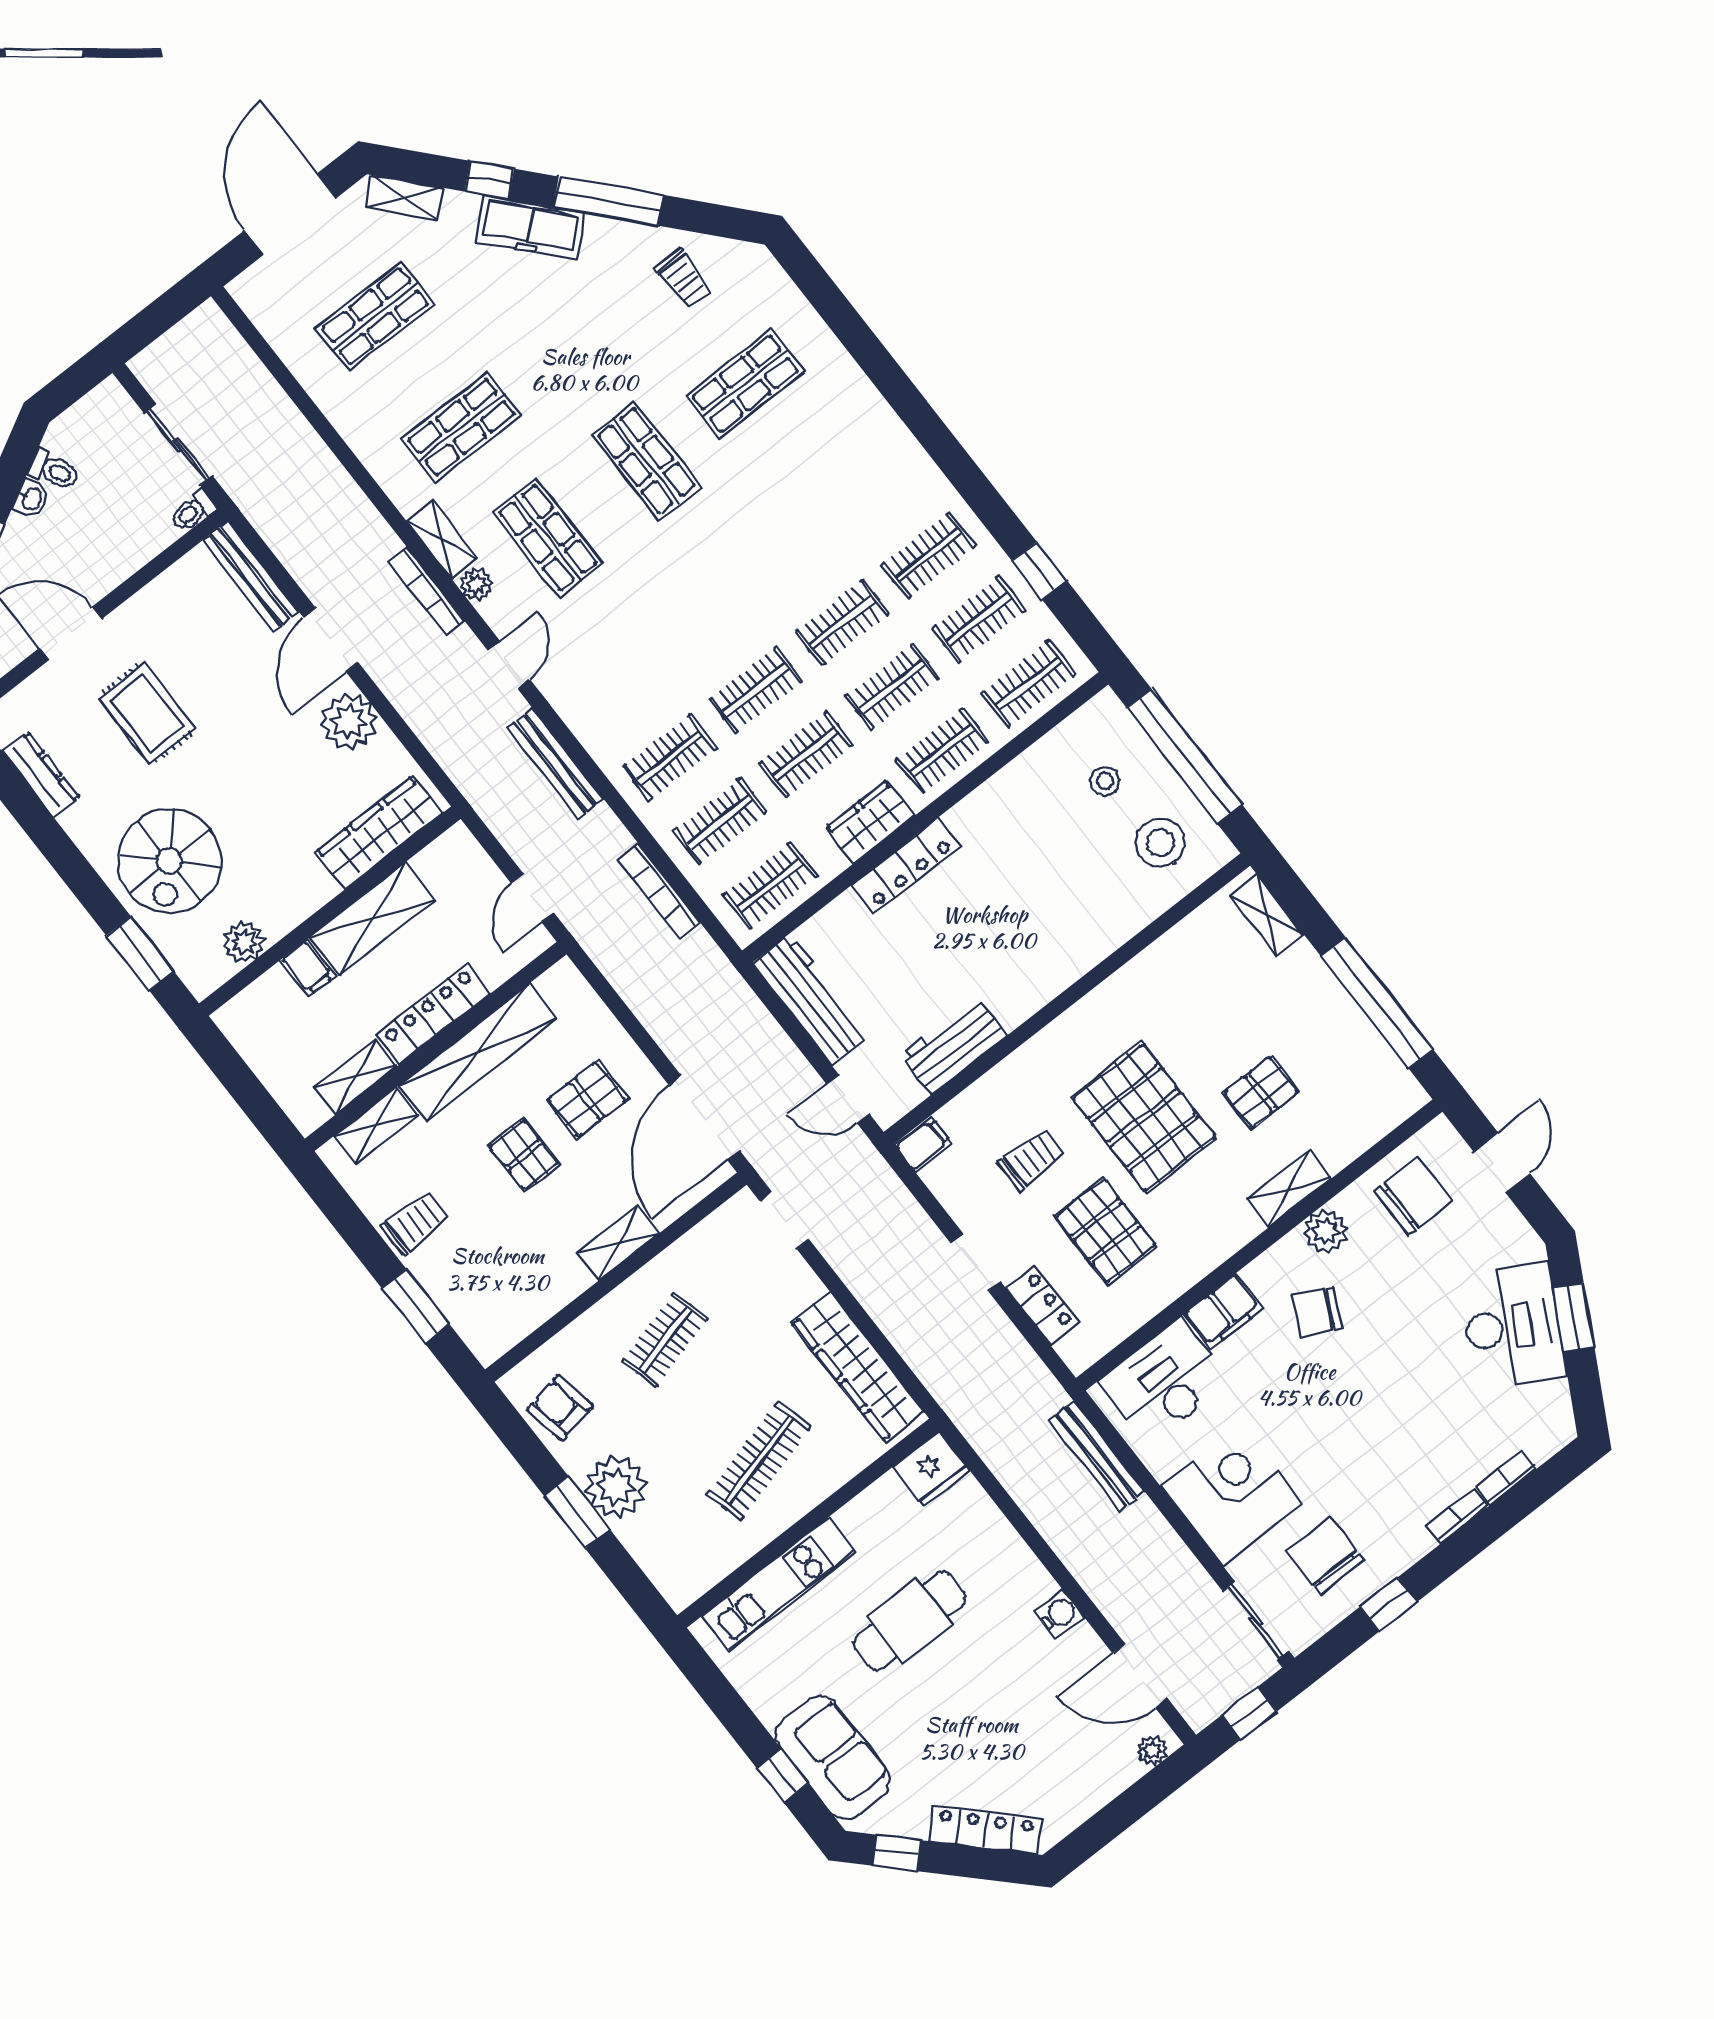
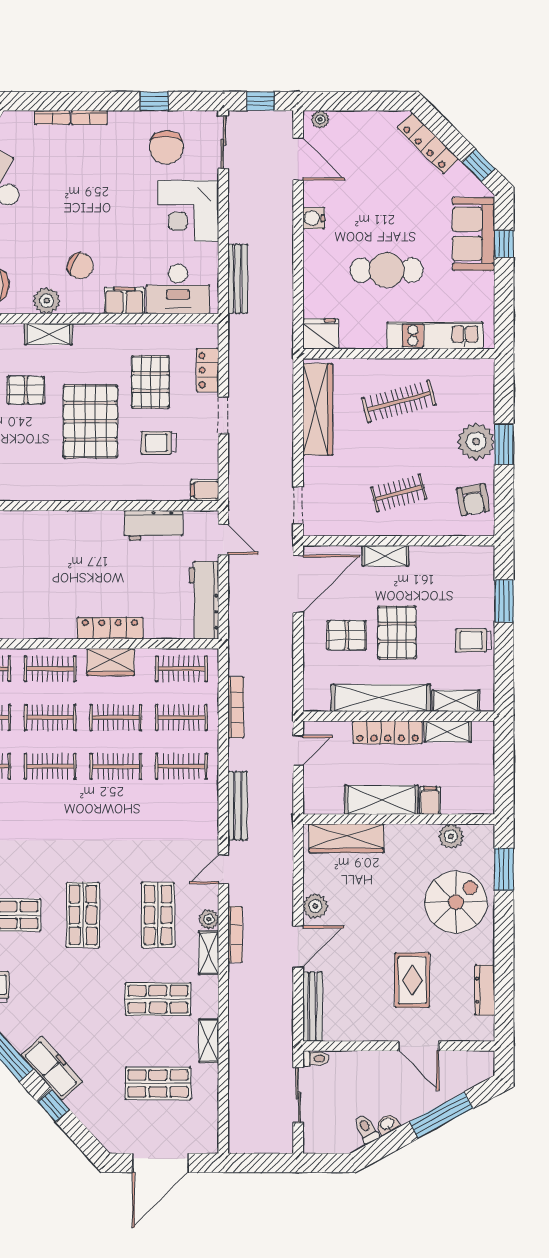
shelving: (404, 198) -> (209, 1041), moved, turned 42
plant: (349, 722) -> (315, 906), width x0.73, depth x0.73
pallet: (524, 1155) -> (397, 632), width x1.50, depth x1.42

